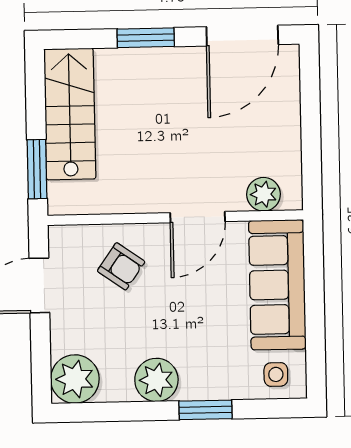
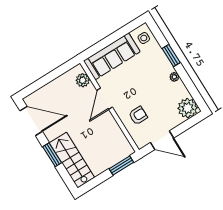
stairs: (70, 114) -> (72, 160), moved, turned 90
door: (198, 217) -> (105, 99), swing flipped
armchair: (121, 266) -> (138, 115), turned 55
plant: (156, 380) -> (174, 77), width x0.53, depth x0.53

